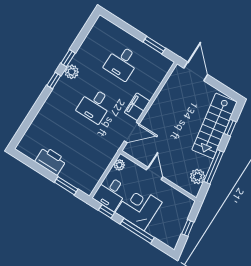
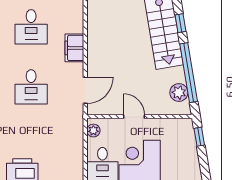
filing cabinet: (137, 107) -> (74, 48), moved
window: (214, 167) -> (189, 73), width x1.46
window: (188, 228) -> (199, 137), moved

